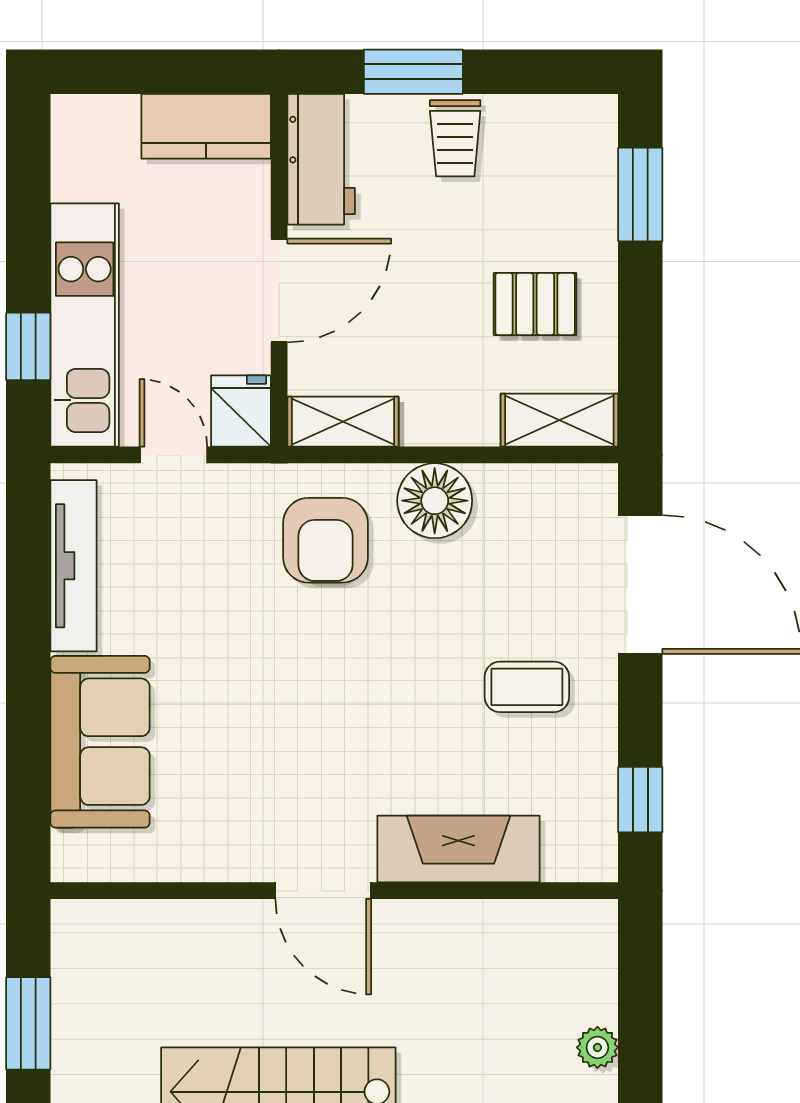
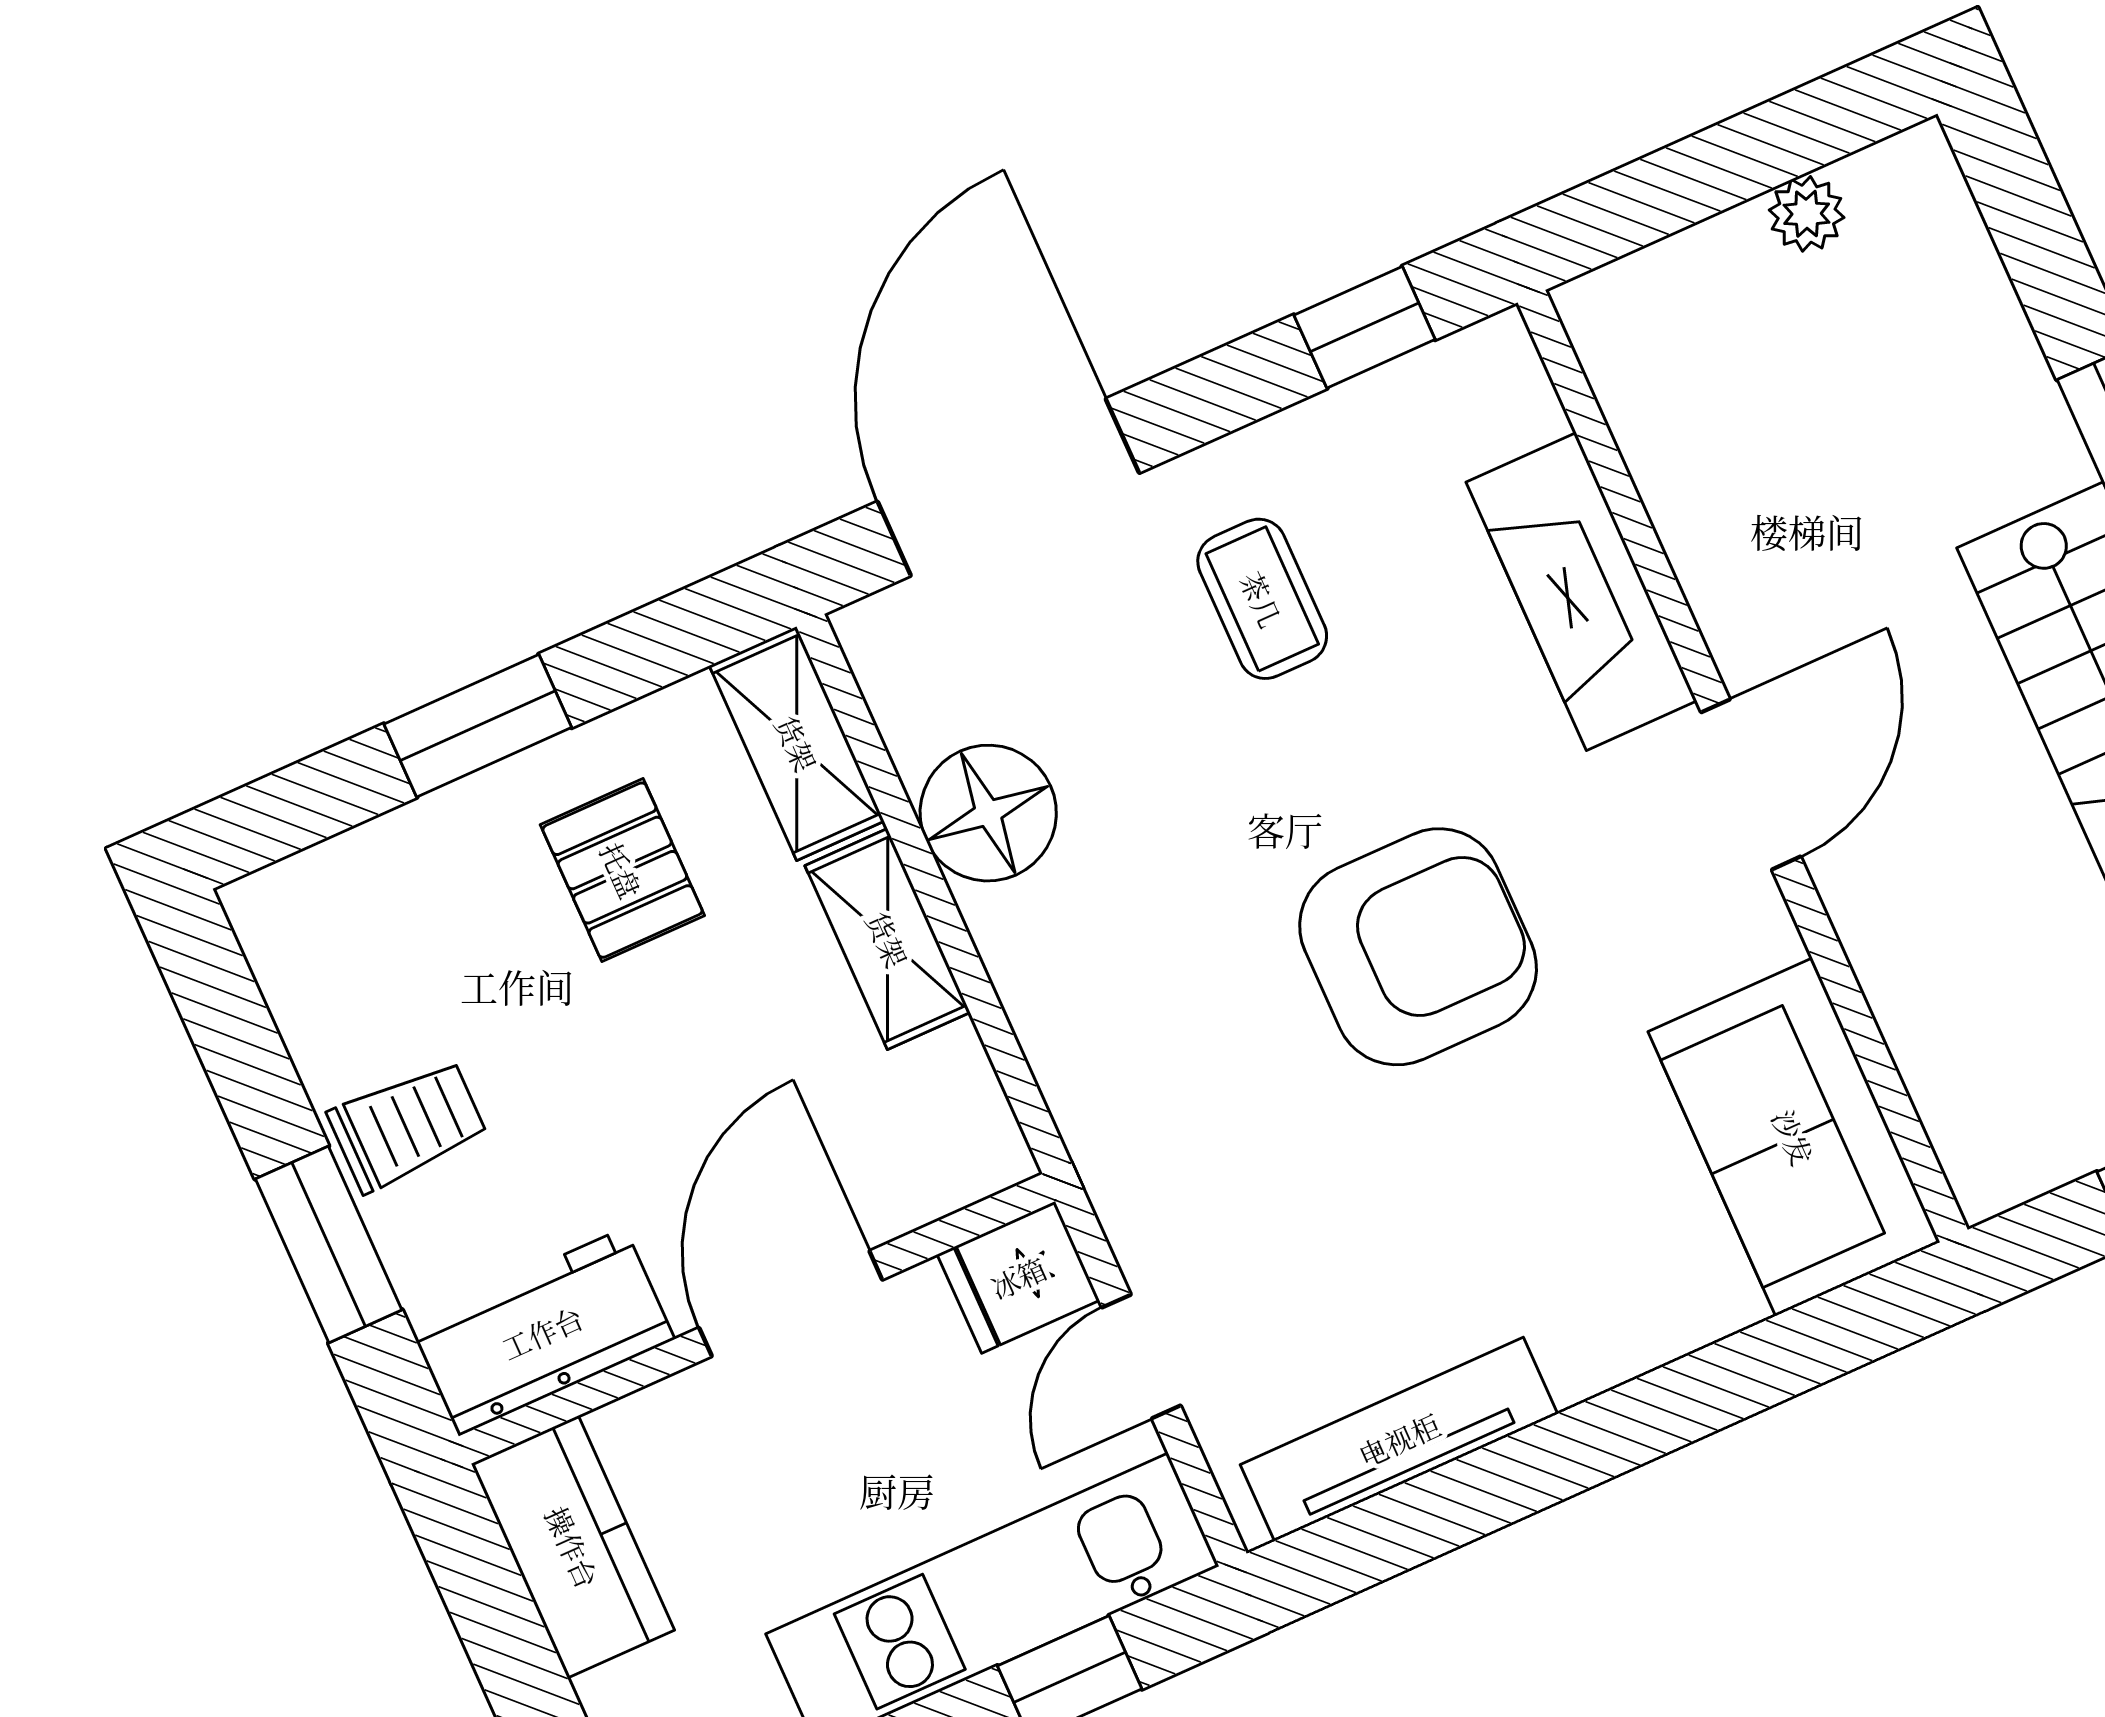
window: (640, 194) -> (478, 726), moved
door: (279, 291) -> (791, 1304), hinge flipped
shelving: (343, 422) -> (888, 939), moved
floor lamp: (435, 501) -> (988, 813), moved
armchair: (325, 540) -> (1418, 947), moved, width x1.36, depth x1.36
sofa: (100, 742) -> (1794, 1137), moved, turned -90

